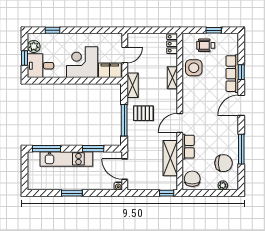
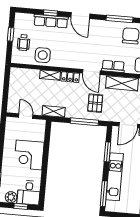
locker: (172, 44) -> (70, 77), moved
filing cabinet: (110, 70) -> (38, 131), removed
pallet: (143, 113) -> (95, 103), moved

